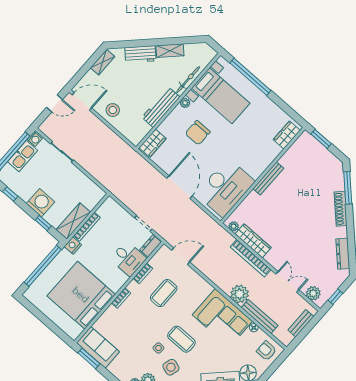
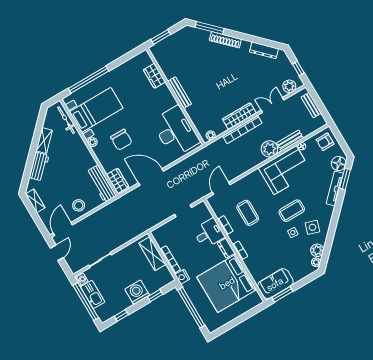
bicycle: (188, 80) -> (66, 120), moved
workbench: (161, 107) -> (101, 184), moved
wardrobe: (287, 135) -> (154, 76), moved
door: (179, 187) -> (151, 177), moved
shelving: (73, 221) -> (152, 254), moved
wardrobe: (253, 241) -> (239, 116), moved
dresser: (150, 246) -> (226, 248), moved
bench: (260, 317) -> (290, 141), width x0.73

